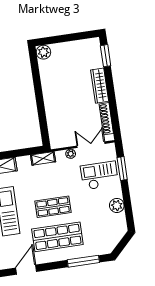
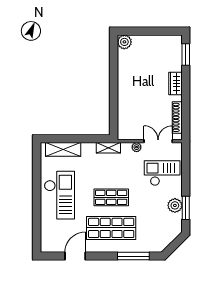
wardrobe: (100, 86) -> (175, 83), width x0.67
window: (122, 169) -> (186, 208), moved

